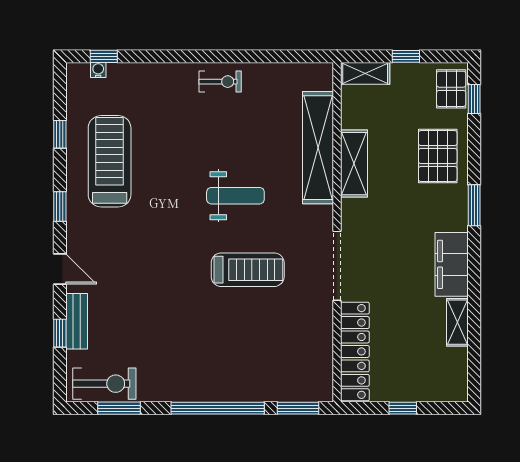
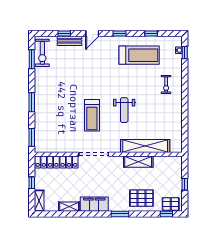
shelving: (365, 73) -> (39, 201), moved
exercise bike: (220, 82) -> (166, 84), moved
window: (218, 408) -> (32, 102), width x0.47

